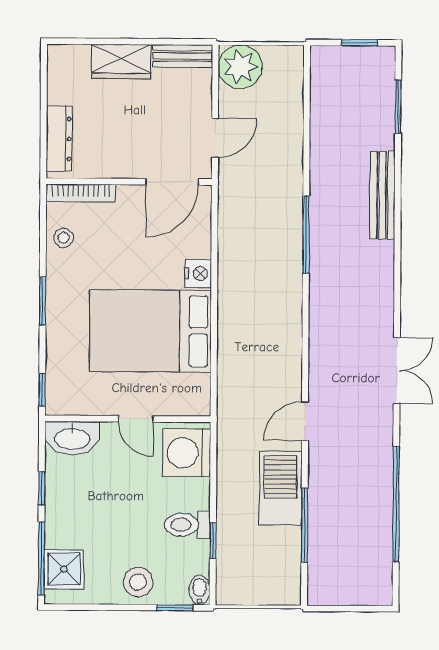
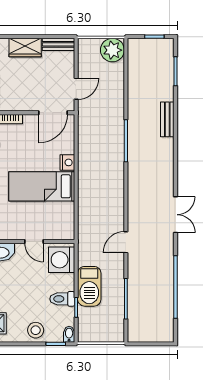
plant: (240, 67) -> (112, 50), moved
bench: (382, 195) -> (167, 119), width x0.73
bed: (150, 331) -> (42, 186), width x0.67
barbecue: (281, 488) -> (89, 286), moved, turned 180

